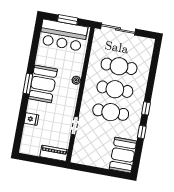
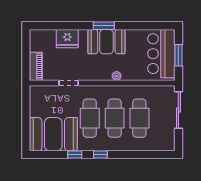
fridge: (31, 119) -> (67, 39), width x1.88, depth x1.34
booth: (123, 155) -> (53, 134), width x1.36, depth x1.42

